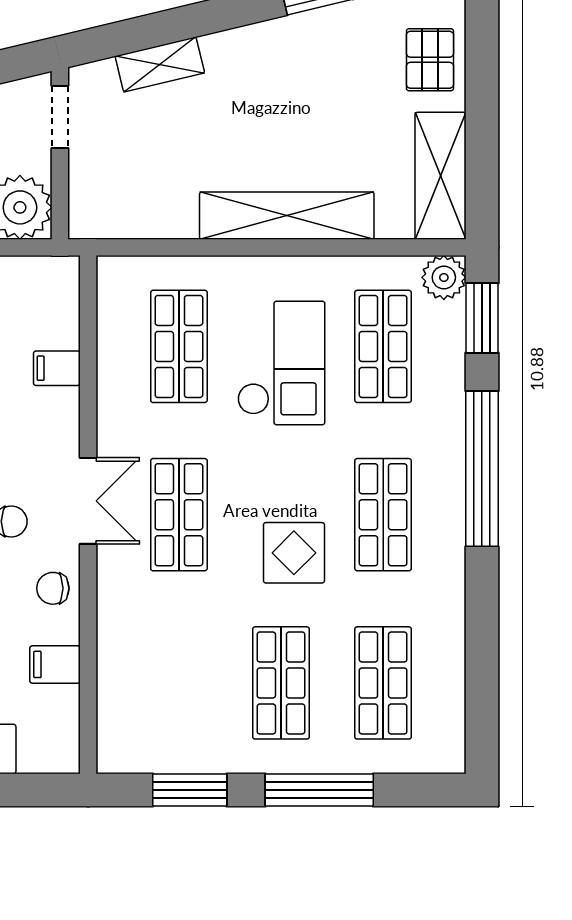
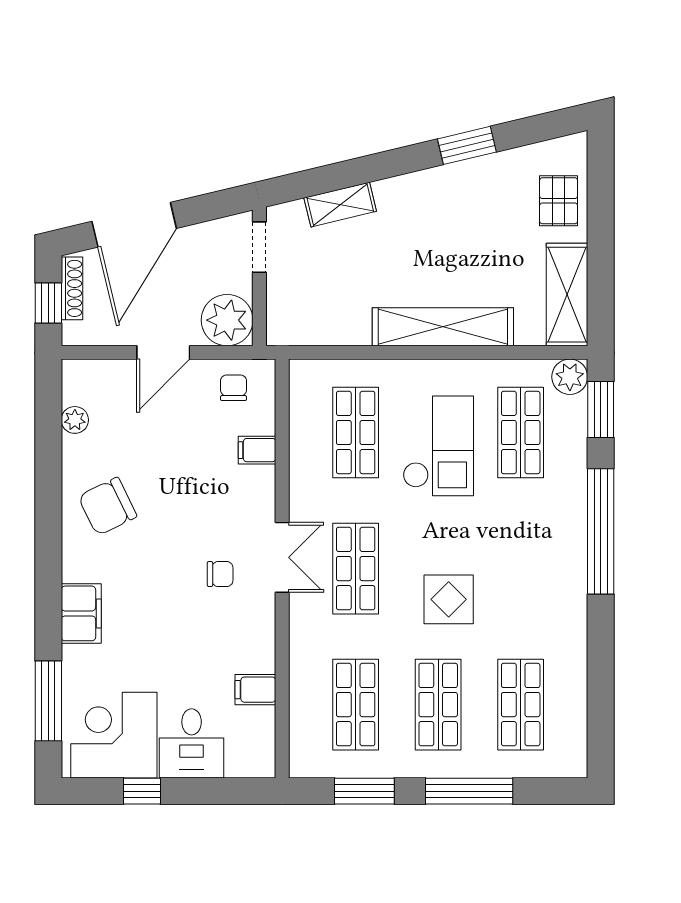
shop shelf: (383, 515) -> (356, 705), moved
chair: (53, 588) -> (234, 388), moved, turned 90

